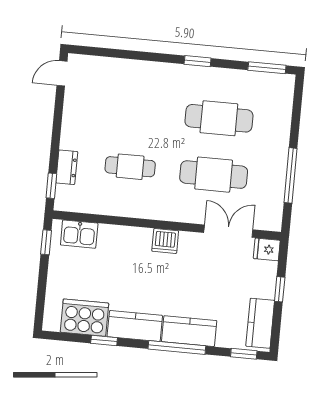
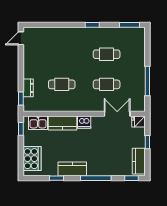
cafe table: (219, 118) -> (107, 54), width x0.73, depth x0.74
cafe table: (214, 175) -> (107, 84), width x0.73, depth x0.74
cooker: (84, 318) -> (32, 159), moved, turned 90
kitchen counter: (189, 331) -> (62, 123), moved, turned 180

